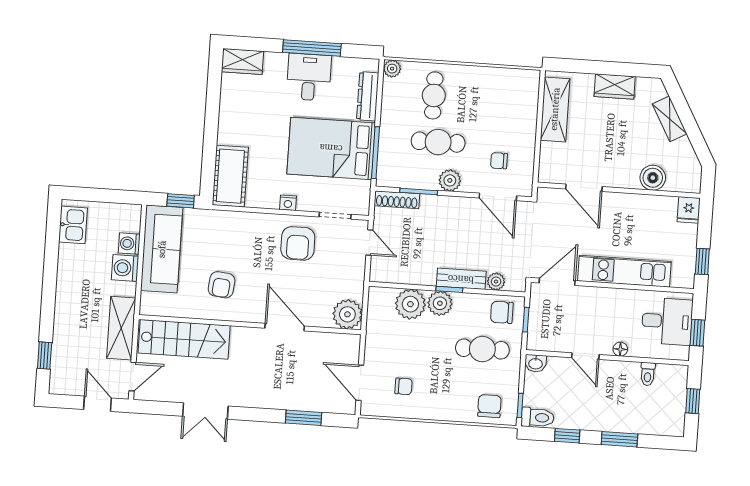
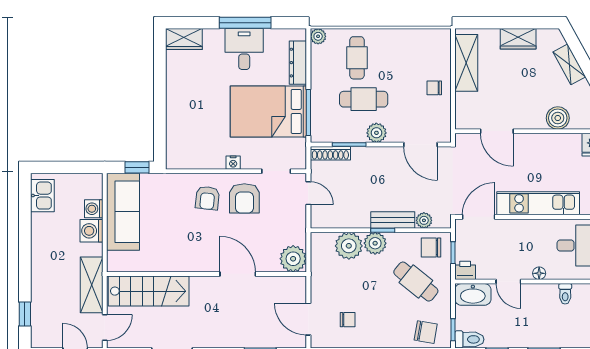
chair: (499, 161) -> (434, 88), moved
cot: (230, 176) -> (180, 142), removed
armchair: (222, 285) -> (207, 198), moved
printer: (538, 340) -> (465, 270), added
cafe table: (482, 349) -> (416, 282), turned 39
washbasin: (536, 363) -> (473, 294), width x1.91, depth x1.45
chair: (489, 406) -> (426, 332), turned 100

